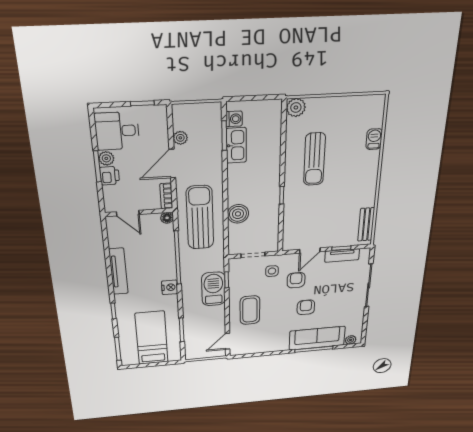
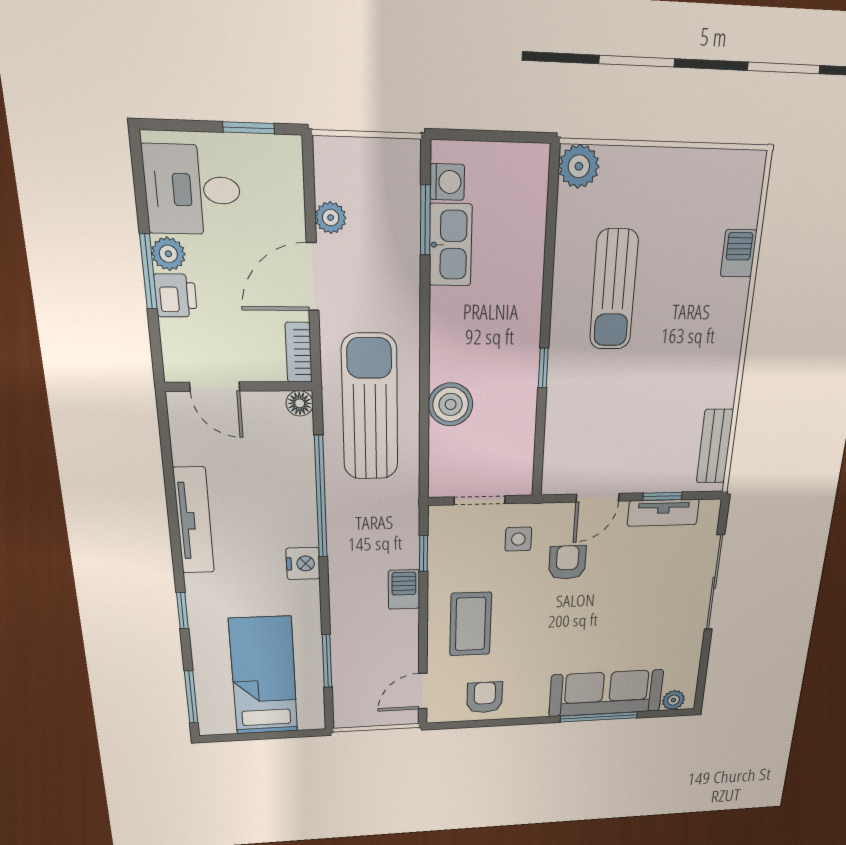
barbecue: (213, 289) -> (404, 589), width x0.53, depth x0.65
armchair: (306, 307) -> (485, 697), moved

